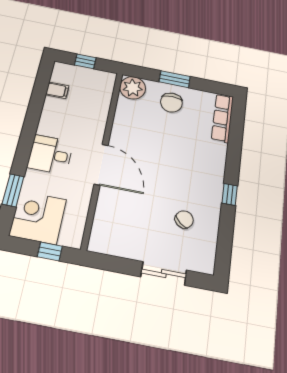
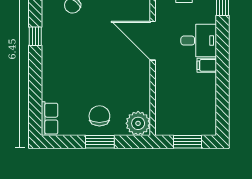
window: (85, 61) -> (188, 142), width x1.50
filing cabinet: (57, 90) -> (207, 65), moved
row of seats: (222, 118) -> (50, 119), width x0.68

